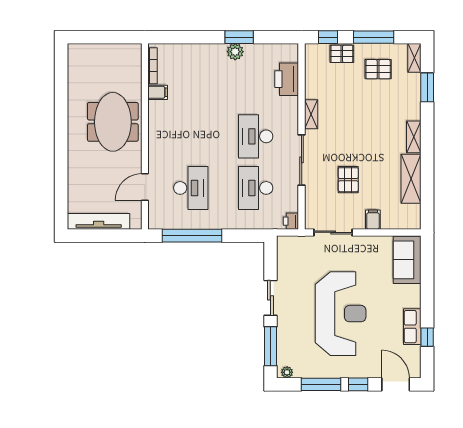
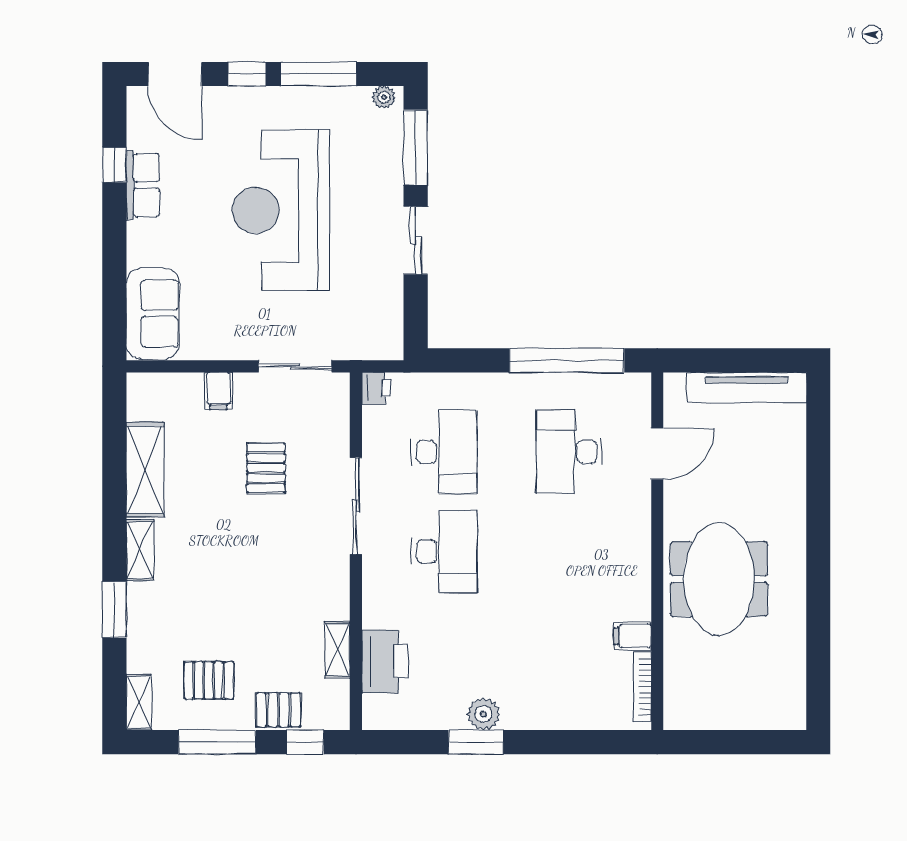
window: (427, 87) -> (114, 610), moved
shelving: (311, 114) -> (337, 650), moved

